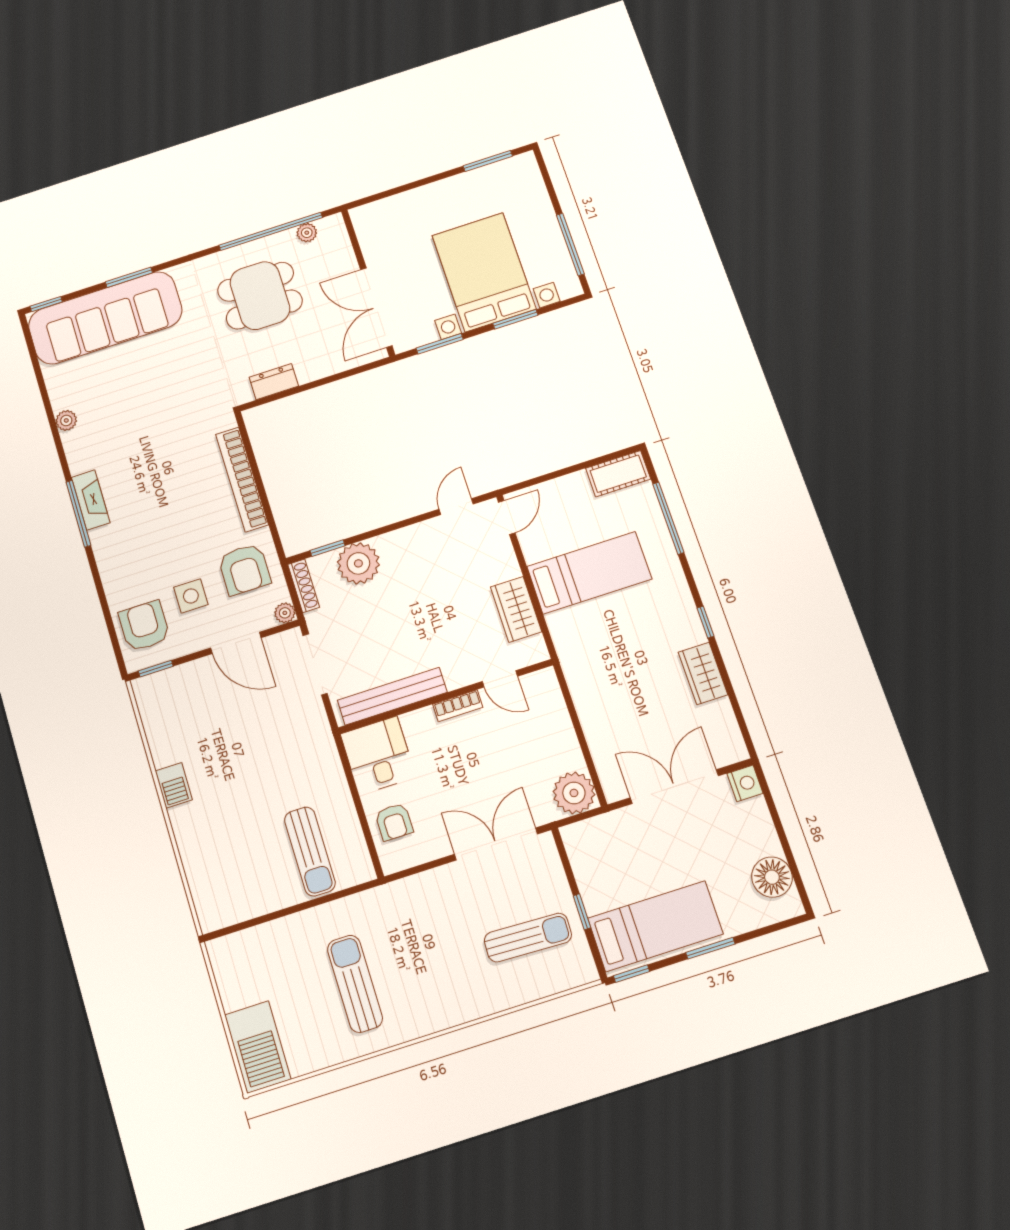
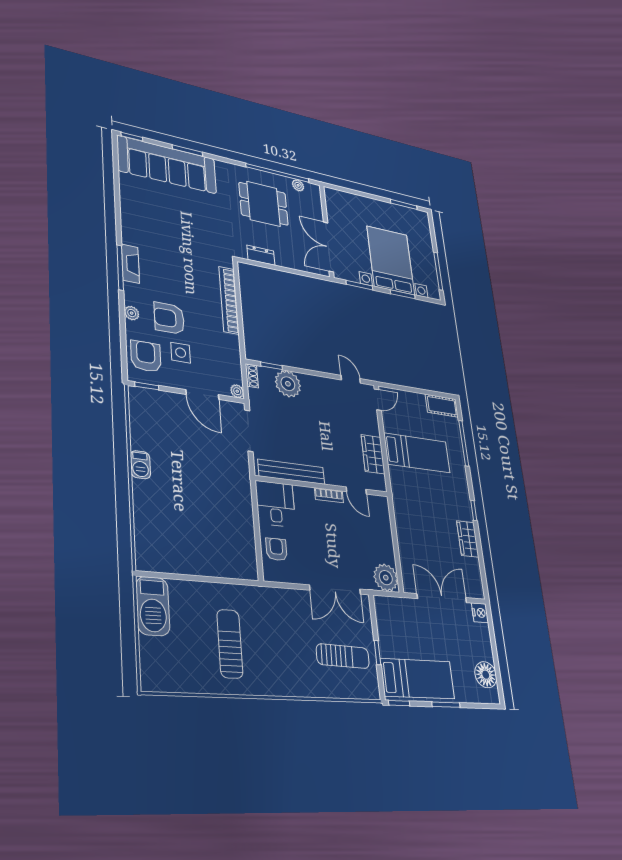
plant: (66, 420) -> (132, 313), moved
door: (456, 507) -> (351, 379), hinge flipped
armchair: (244, 569) -> (169, 318), moved, turned 90
shoe rack: (304, 586) -> (252, 376), width x0.70
armchair: (394, 822) -> (276, 549), turned 180
double door: (496, 844) -> (335, 590), swing flipped
sun lounger: (310, 851) -> (220, 546), removed
barbecue: (258, 1047) -> (153, 606), moved

